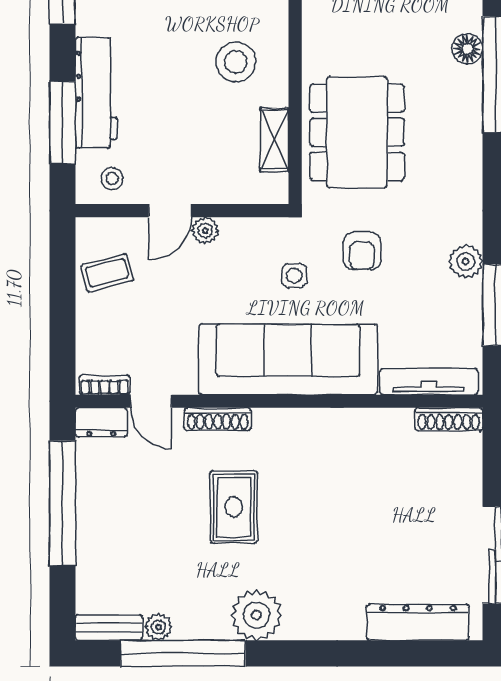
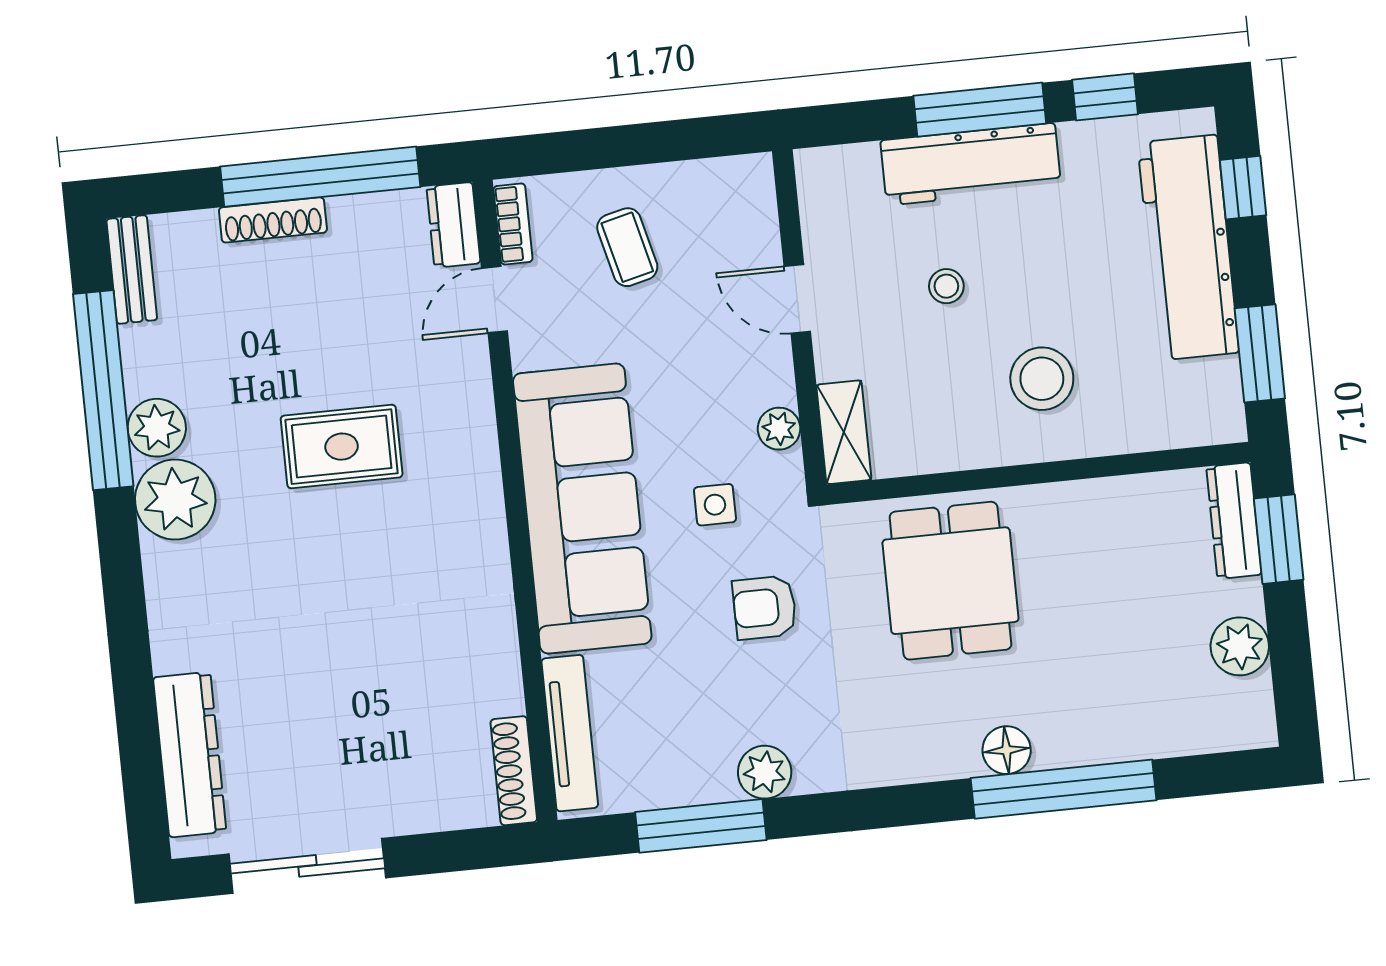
floor lamp: (467, 49) -> (1007, 750), moved
window: (62, 123) -> (980, 110), moved
dining table: (357, 132) -> (950, 581), width x0.73
shelving: (274, 140) -> (844, 432), moved, turned 90
stool: (112, 179) -> (946, 286), moved
plant: (205, 230) -> (779, 429), moved
coffee table: (107, 273) -> (627, 247), moved
shoe rack: (218, 419) -> (273, 220), moved, turned -90
plant: (158, 627) -> (157, 428), moved, width x1.38, depth x1.38

